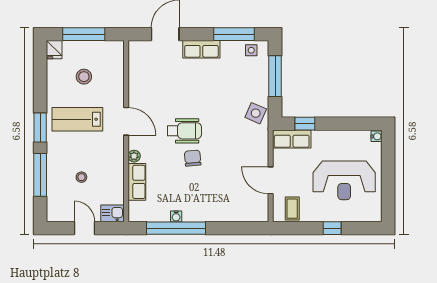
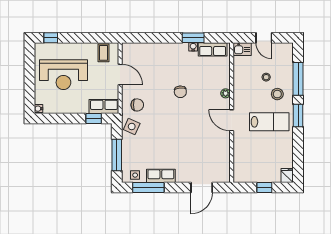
window: (84, 34) -> (264, 188), width x0.46
row of seats: (201, 49) -> (161, 176), moved
stool: (84, 77) -> (277, 94), moved
wheelchair: (184, 131) -> (187, 113), removed
chair: (249, 141) -> (137, 105), added
reception desk: (344, 180) -> (63, 75), turned 180
row of seats: (137, 182) -> (213, 49), moved, turned -90
window: (176, 228) -> (193, 38), width x0.47
window: (332, 228) -> (51, 38), moved

